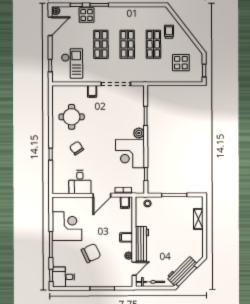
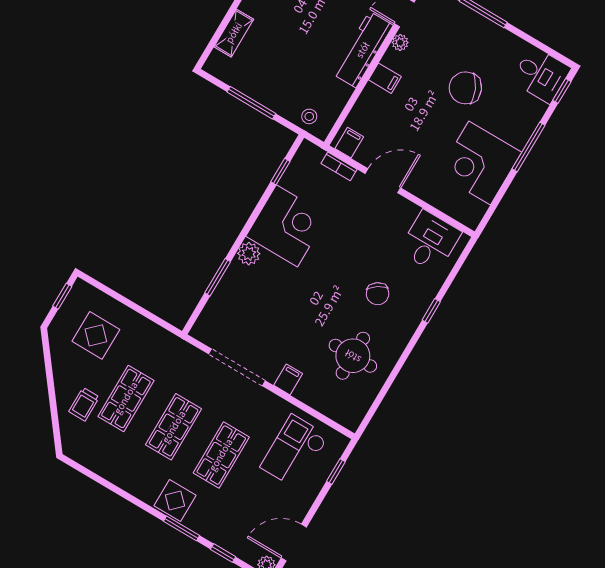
display table: (87, 15) -> (175, 501), moved
desk: (80, 182) -> (430, 241), moved

